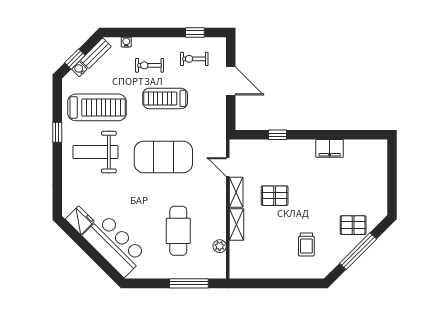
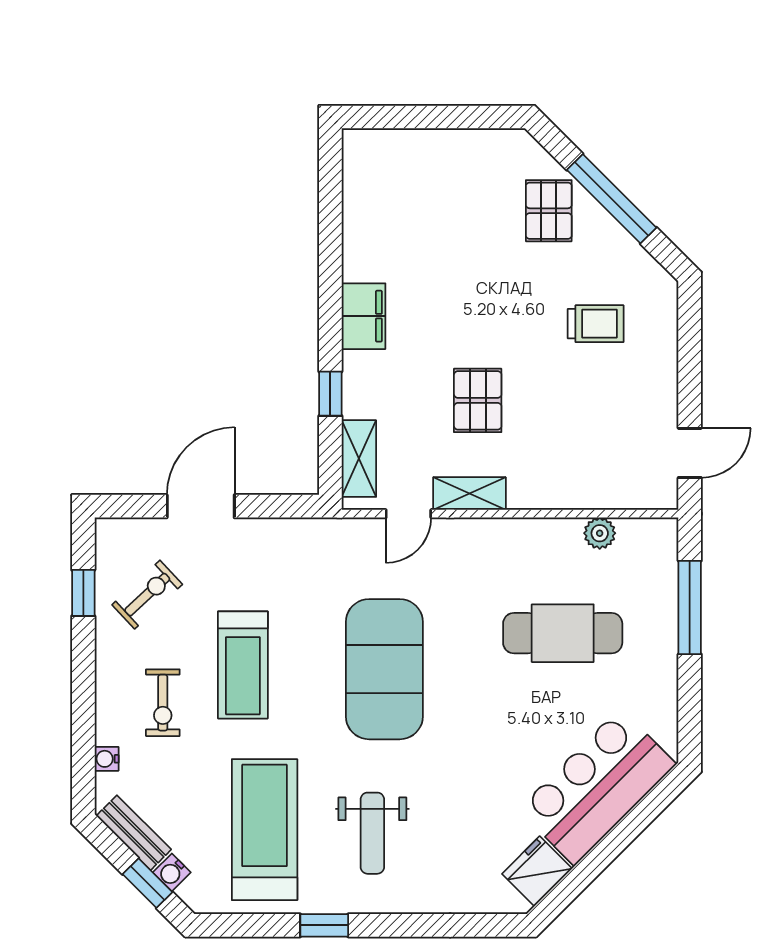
exercise bike: (194, 59) -> (147, 595), turned -133
filing cabinet: (330, 148) -> (364, 316), moved
weight bench: (95, 152) -> (372, 833), width x0.73, depth x0.75
shelving: (236, 224) -> (359, 459), moved, turned 90
door: (253, 283) -> (690, 453), added

